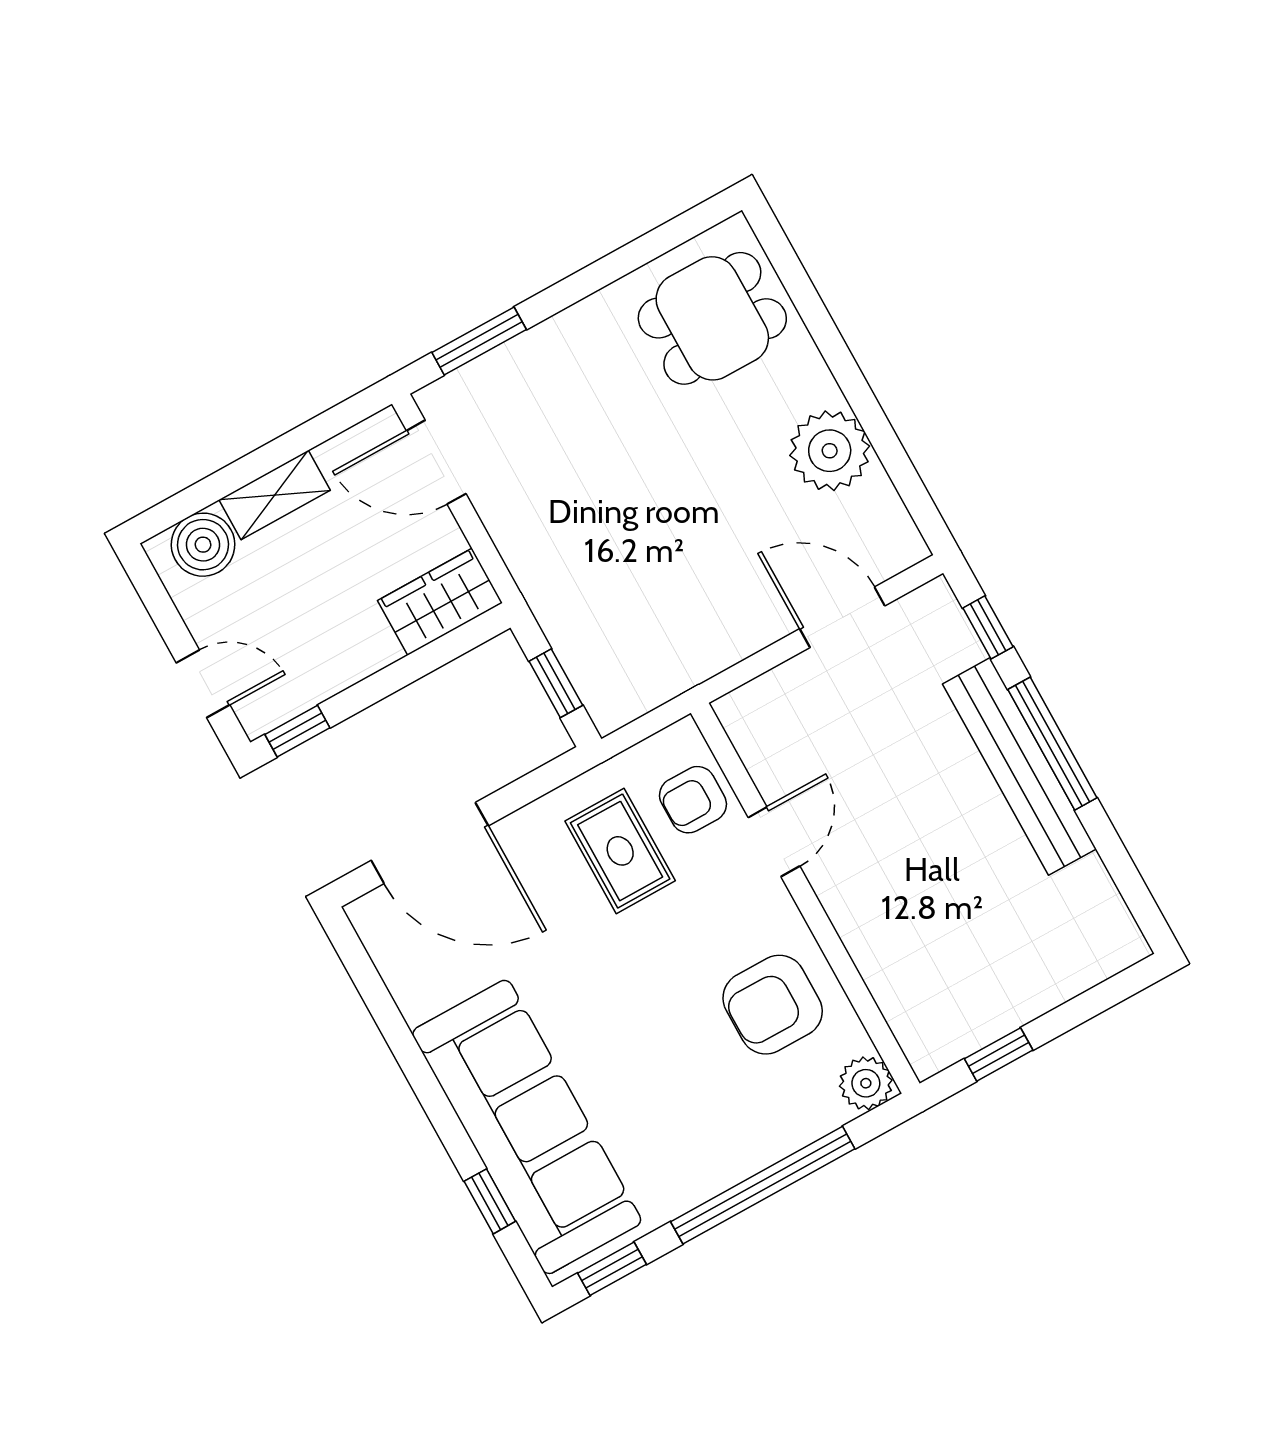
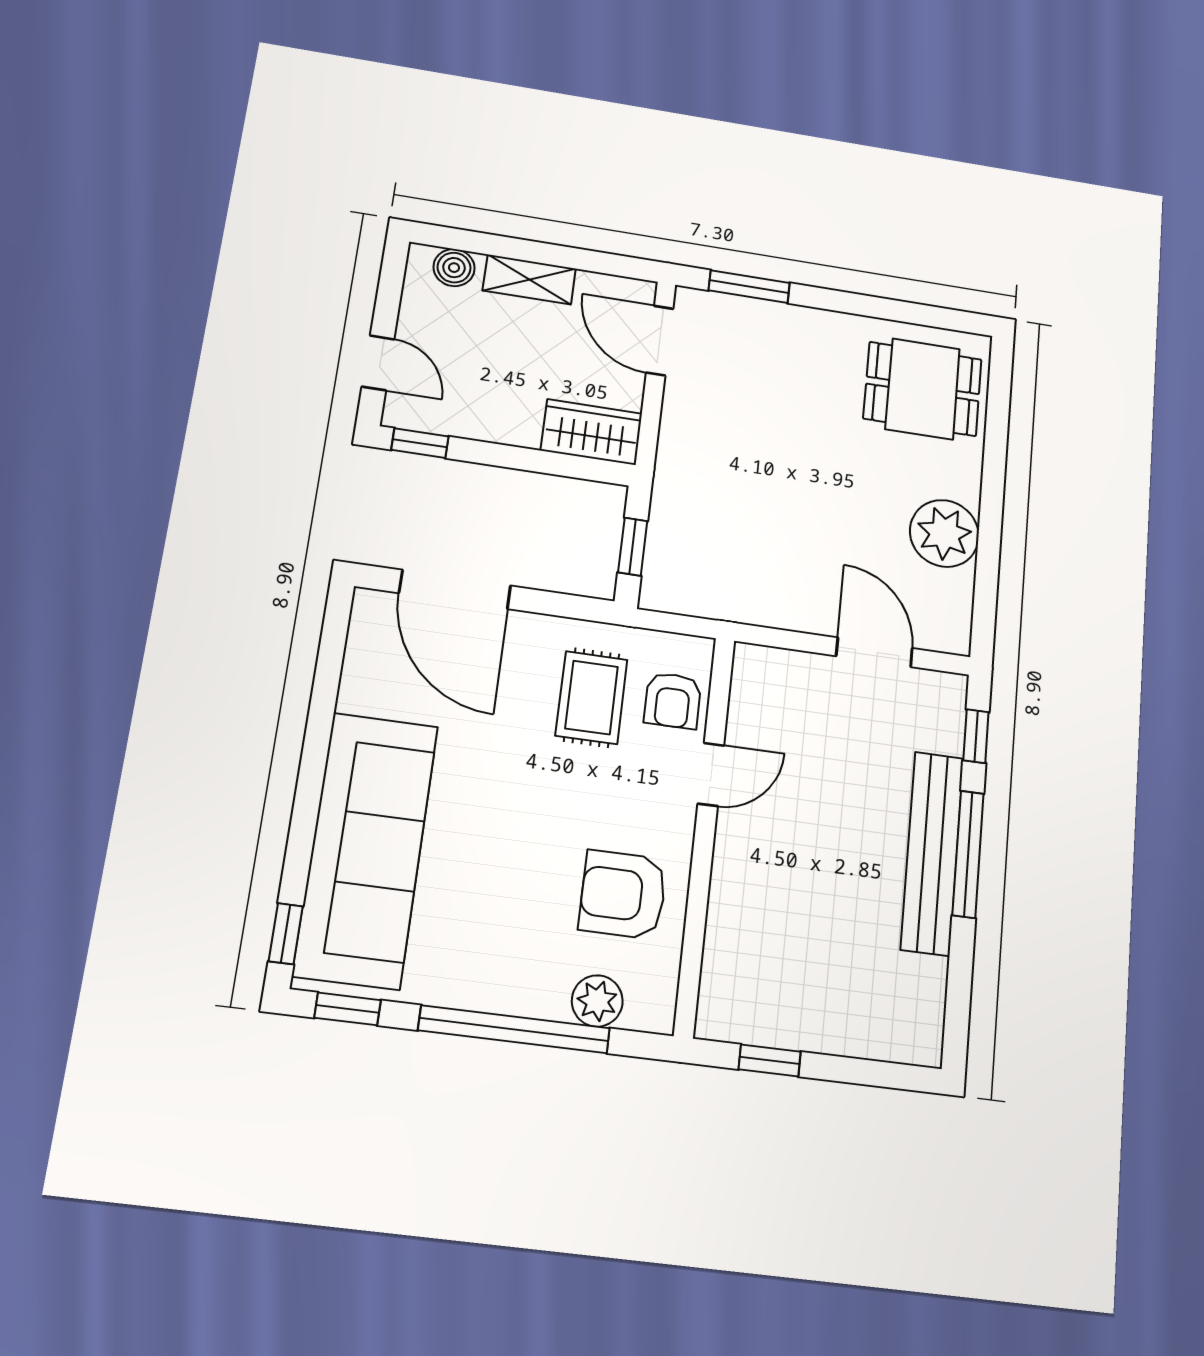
boiler: (203, 545) -> (454, 268), width x0.73, depth x0.73
armchair: (693, 800) -> (673, 700), turned -90
plant: (866, 1083) -> (597, 1001), moved
window: (490, 1201) -> (286, 934), moved

